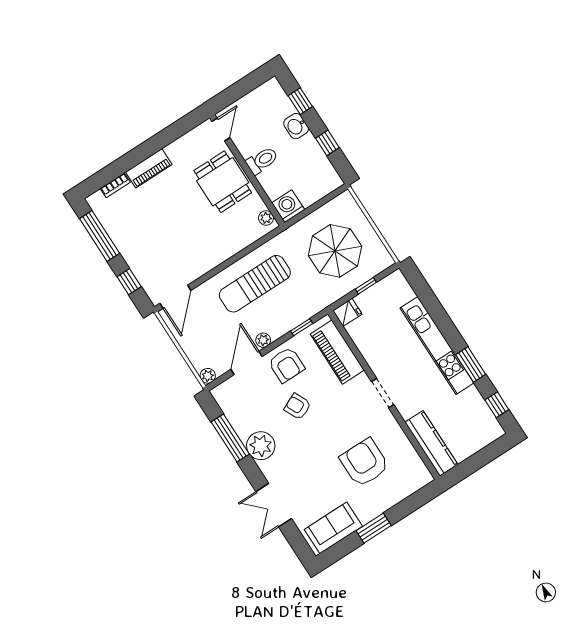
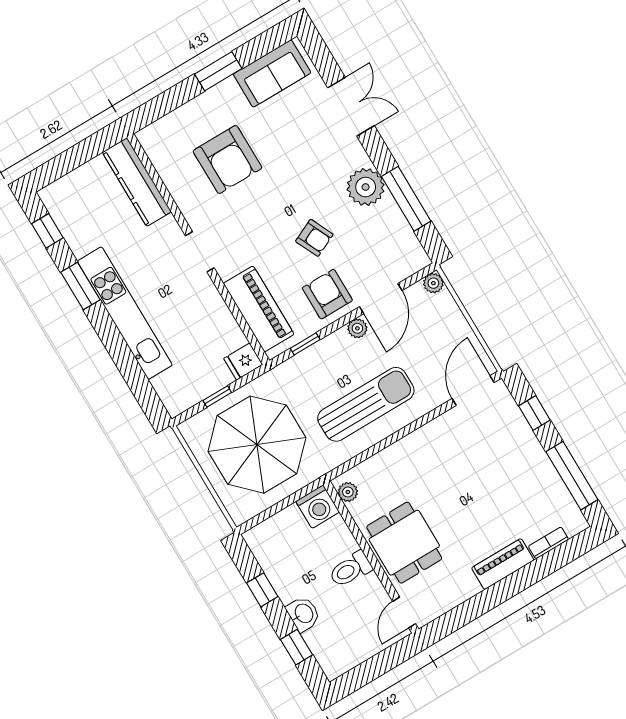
parasol: (335, 251) -> (257, 445), width x1.36, depth x1.36

